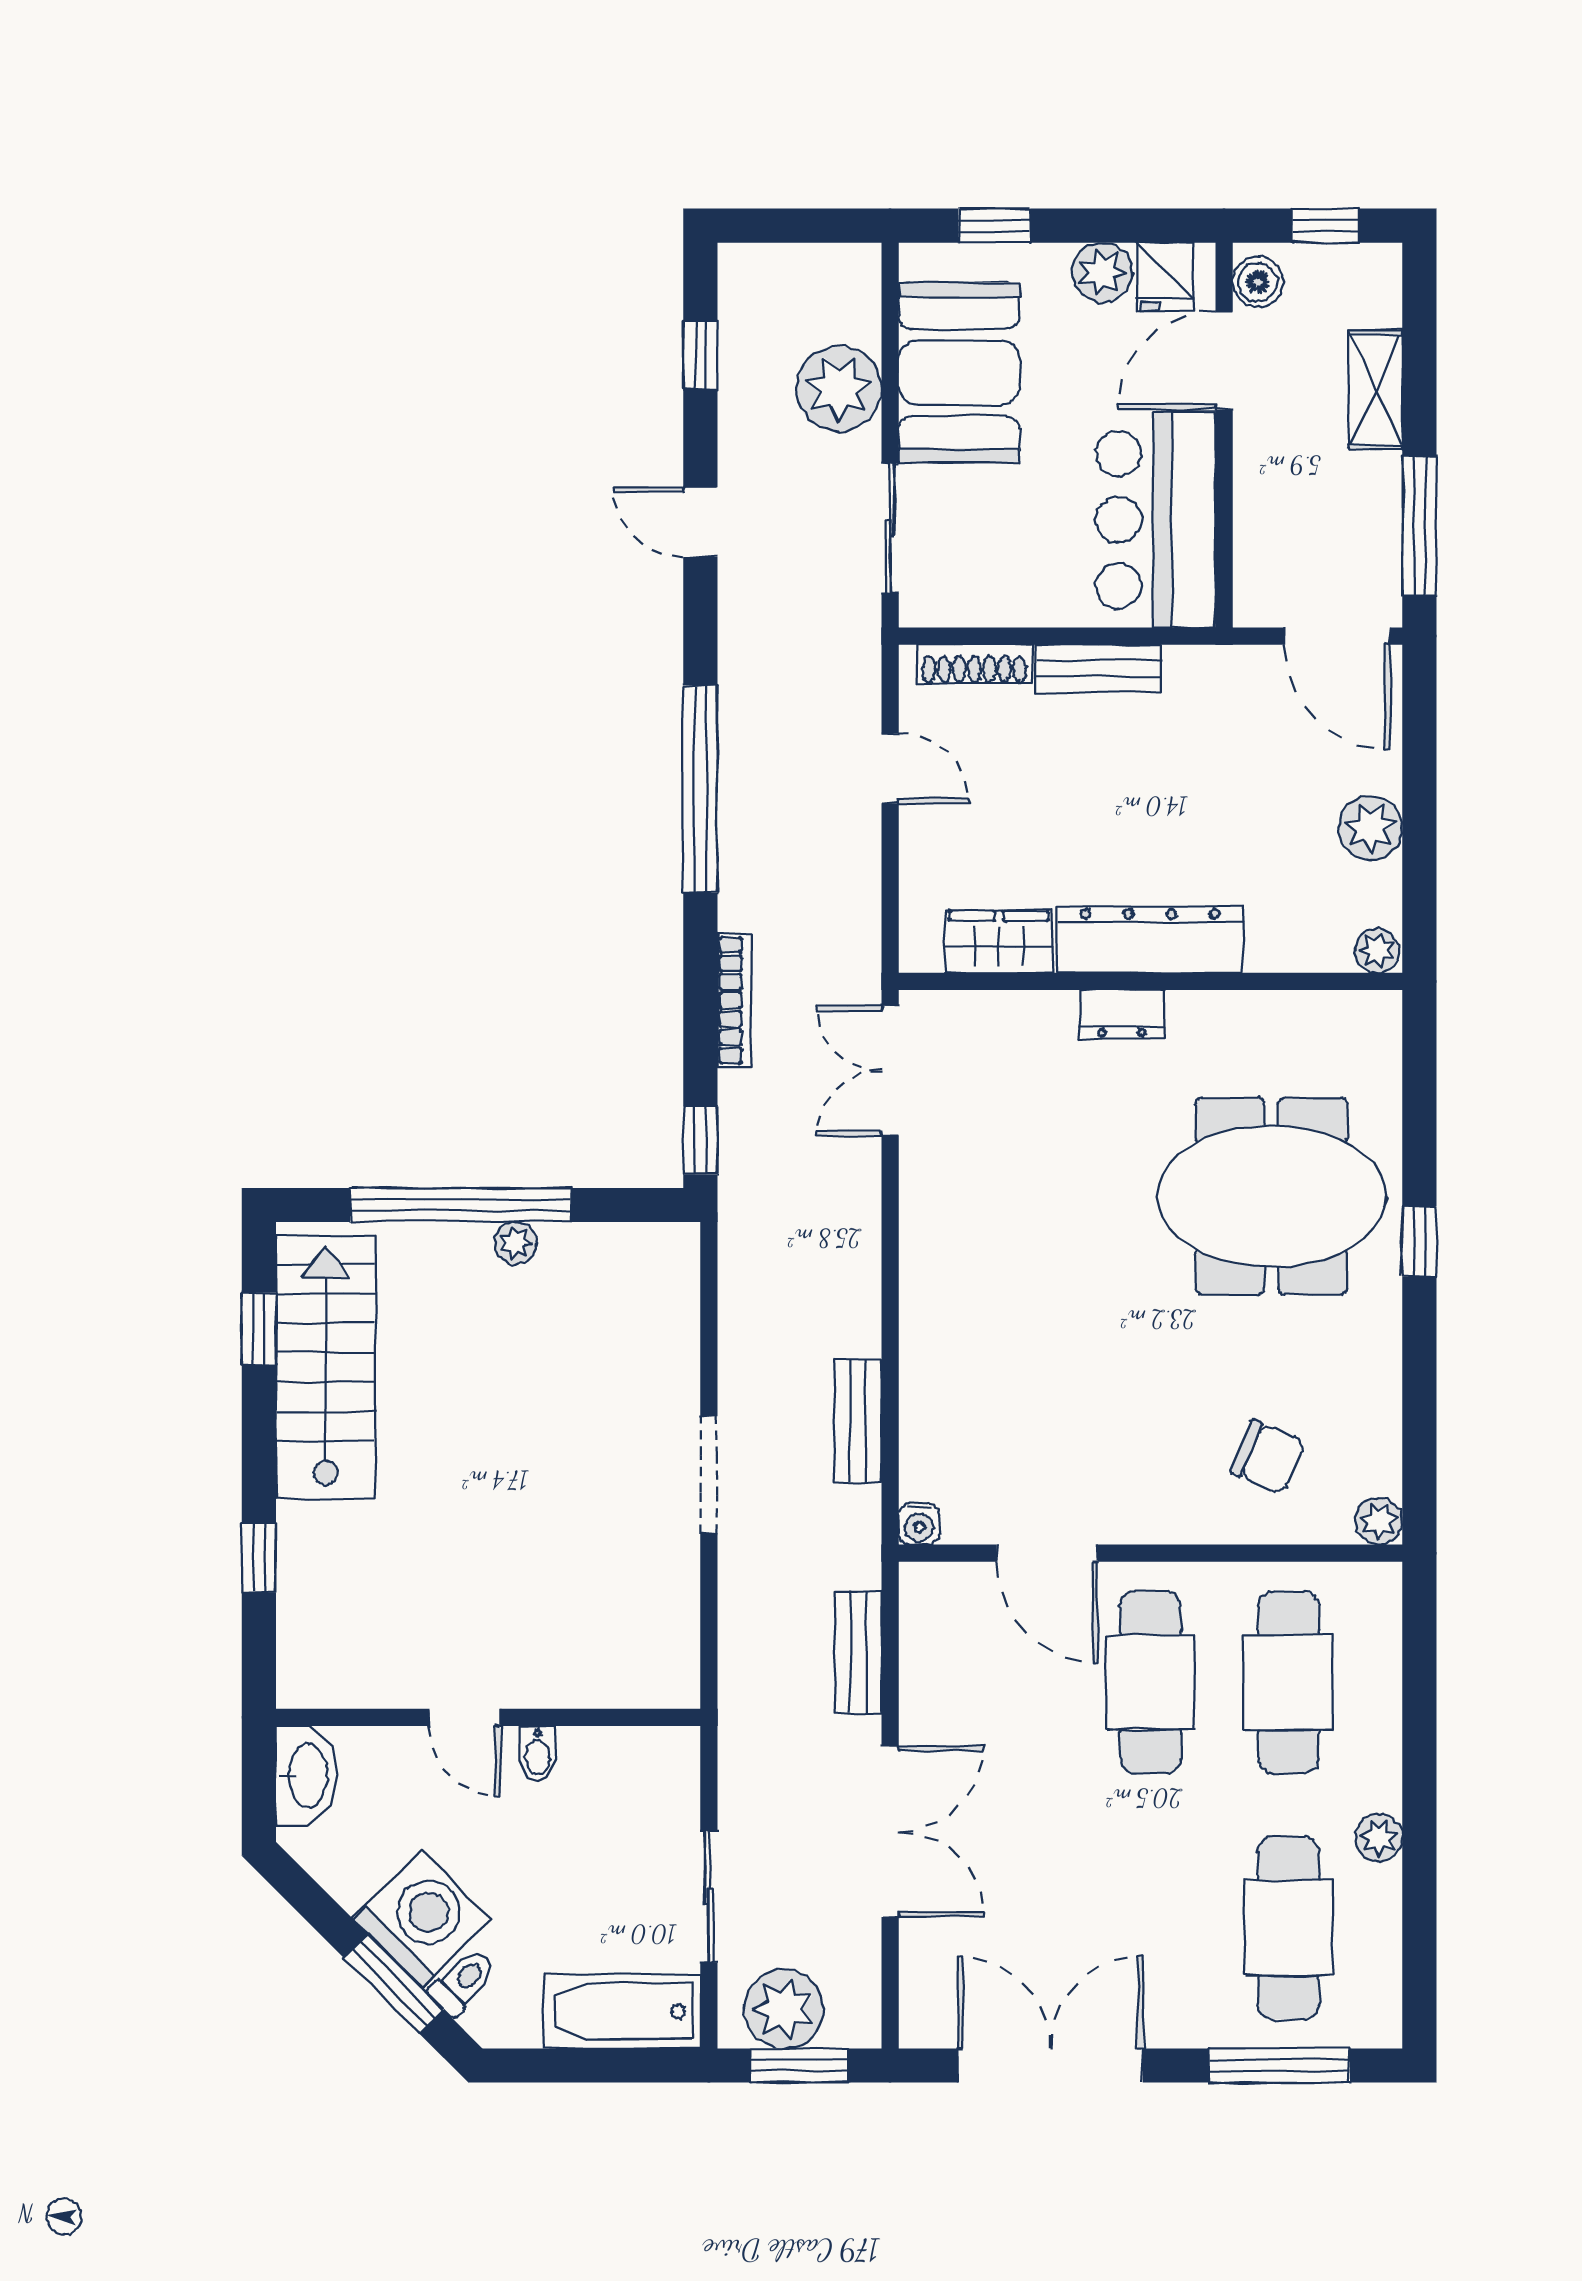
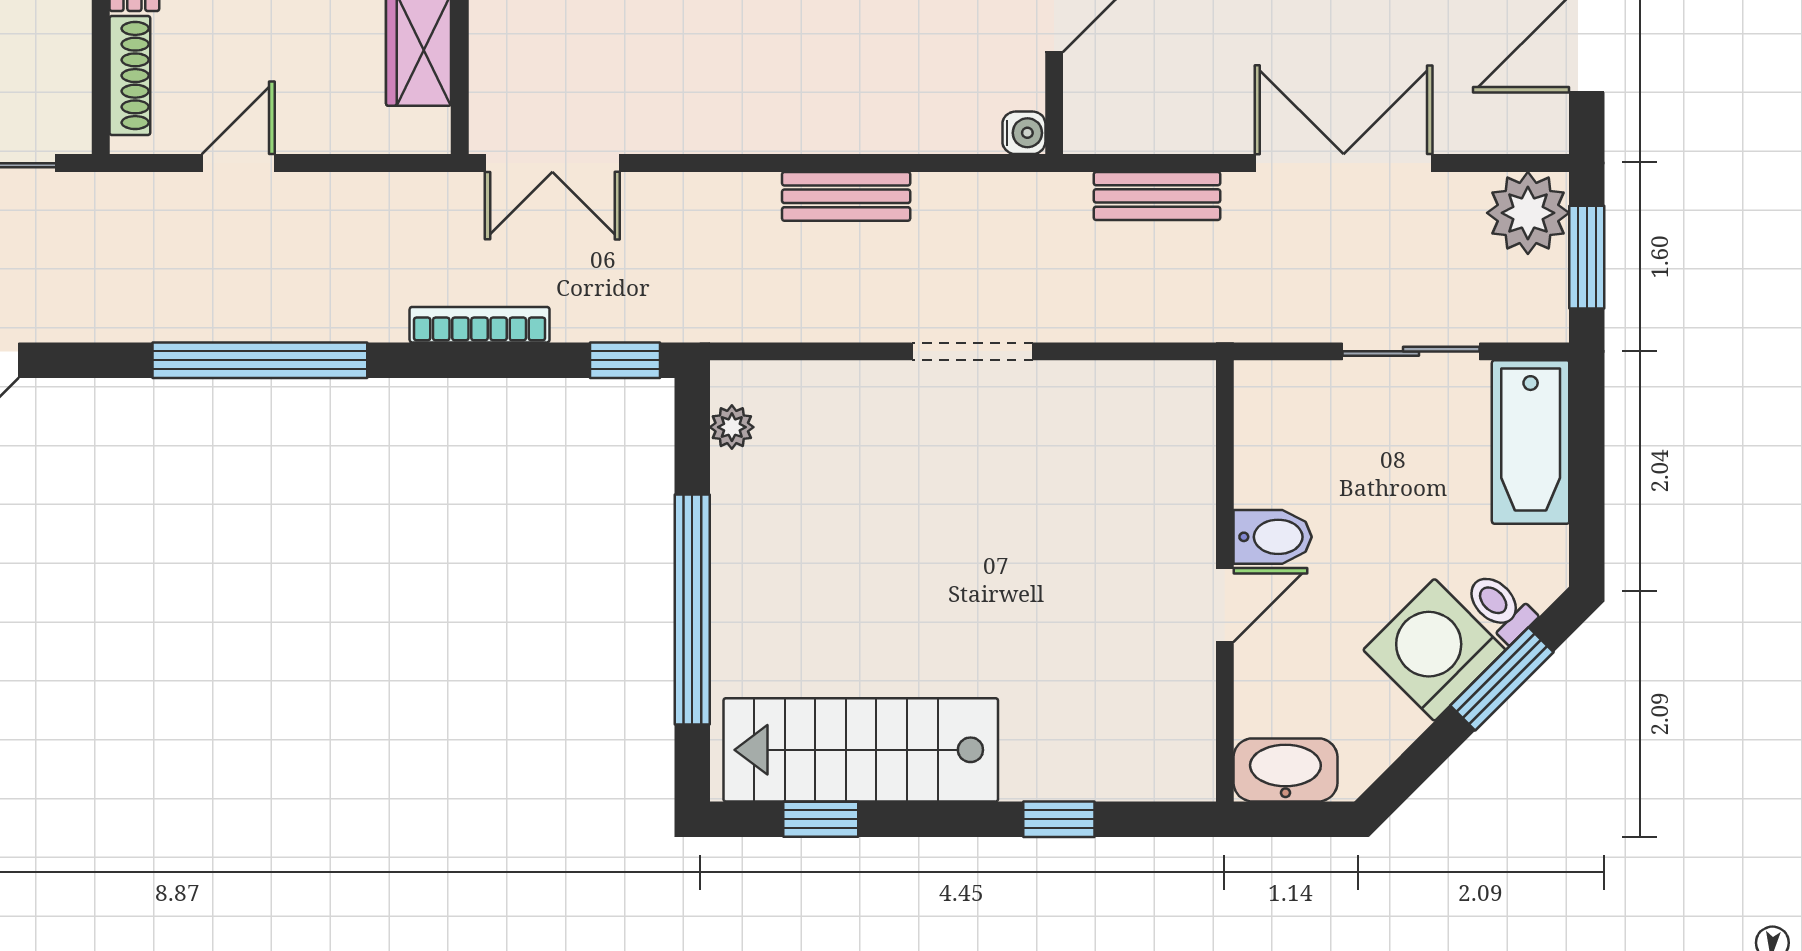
plant: (516, 1243) -> (732, 427), moved
bench: (858, 1421) -> (846, 196), moved
bidet: (538, 1753) -> (1273, 537), width x1.38, depth x1.36
plant: (784, 2009) -> (1528, 213), moved

